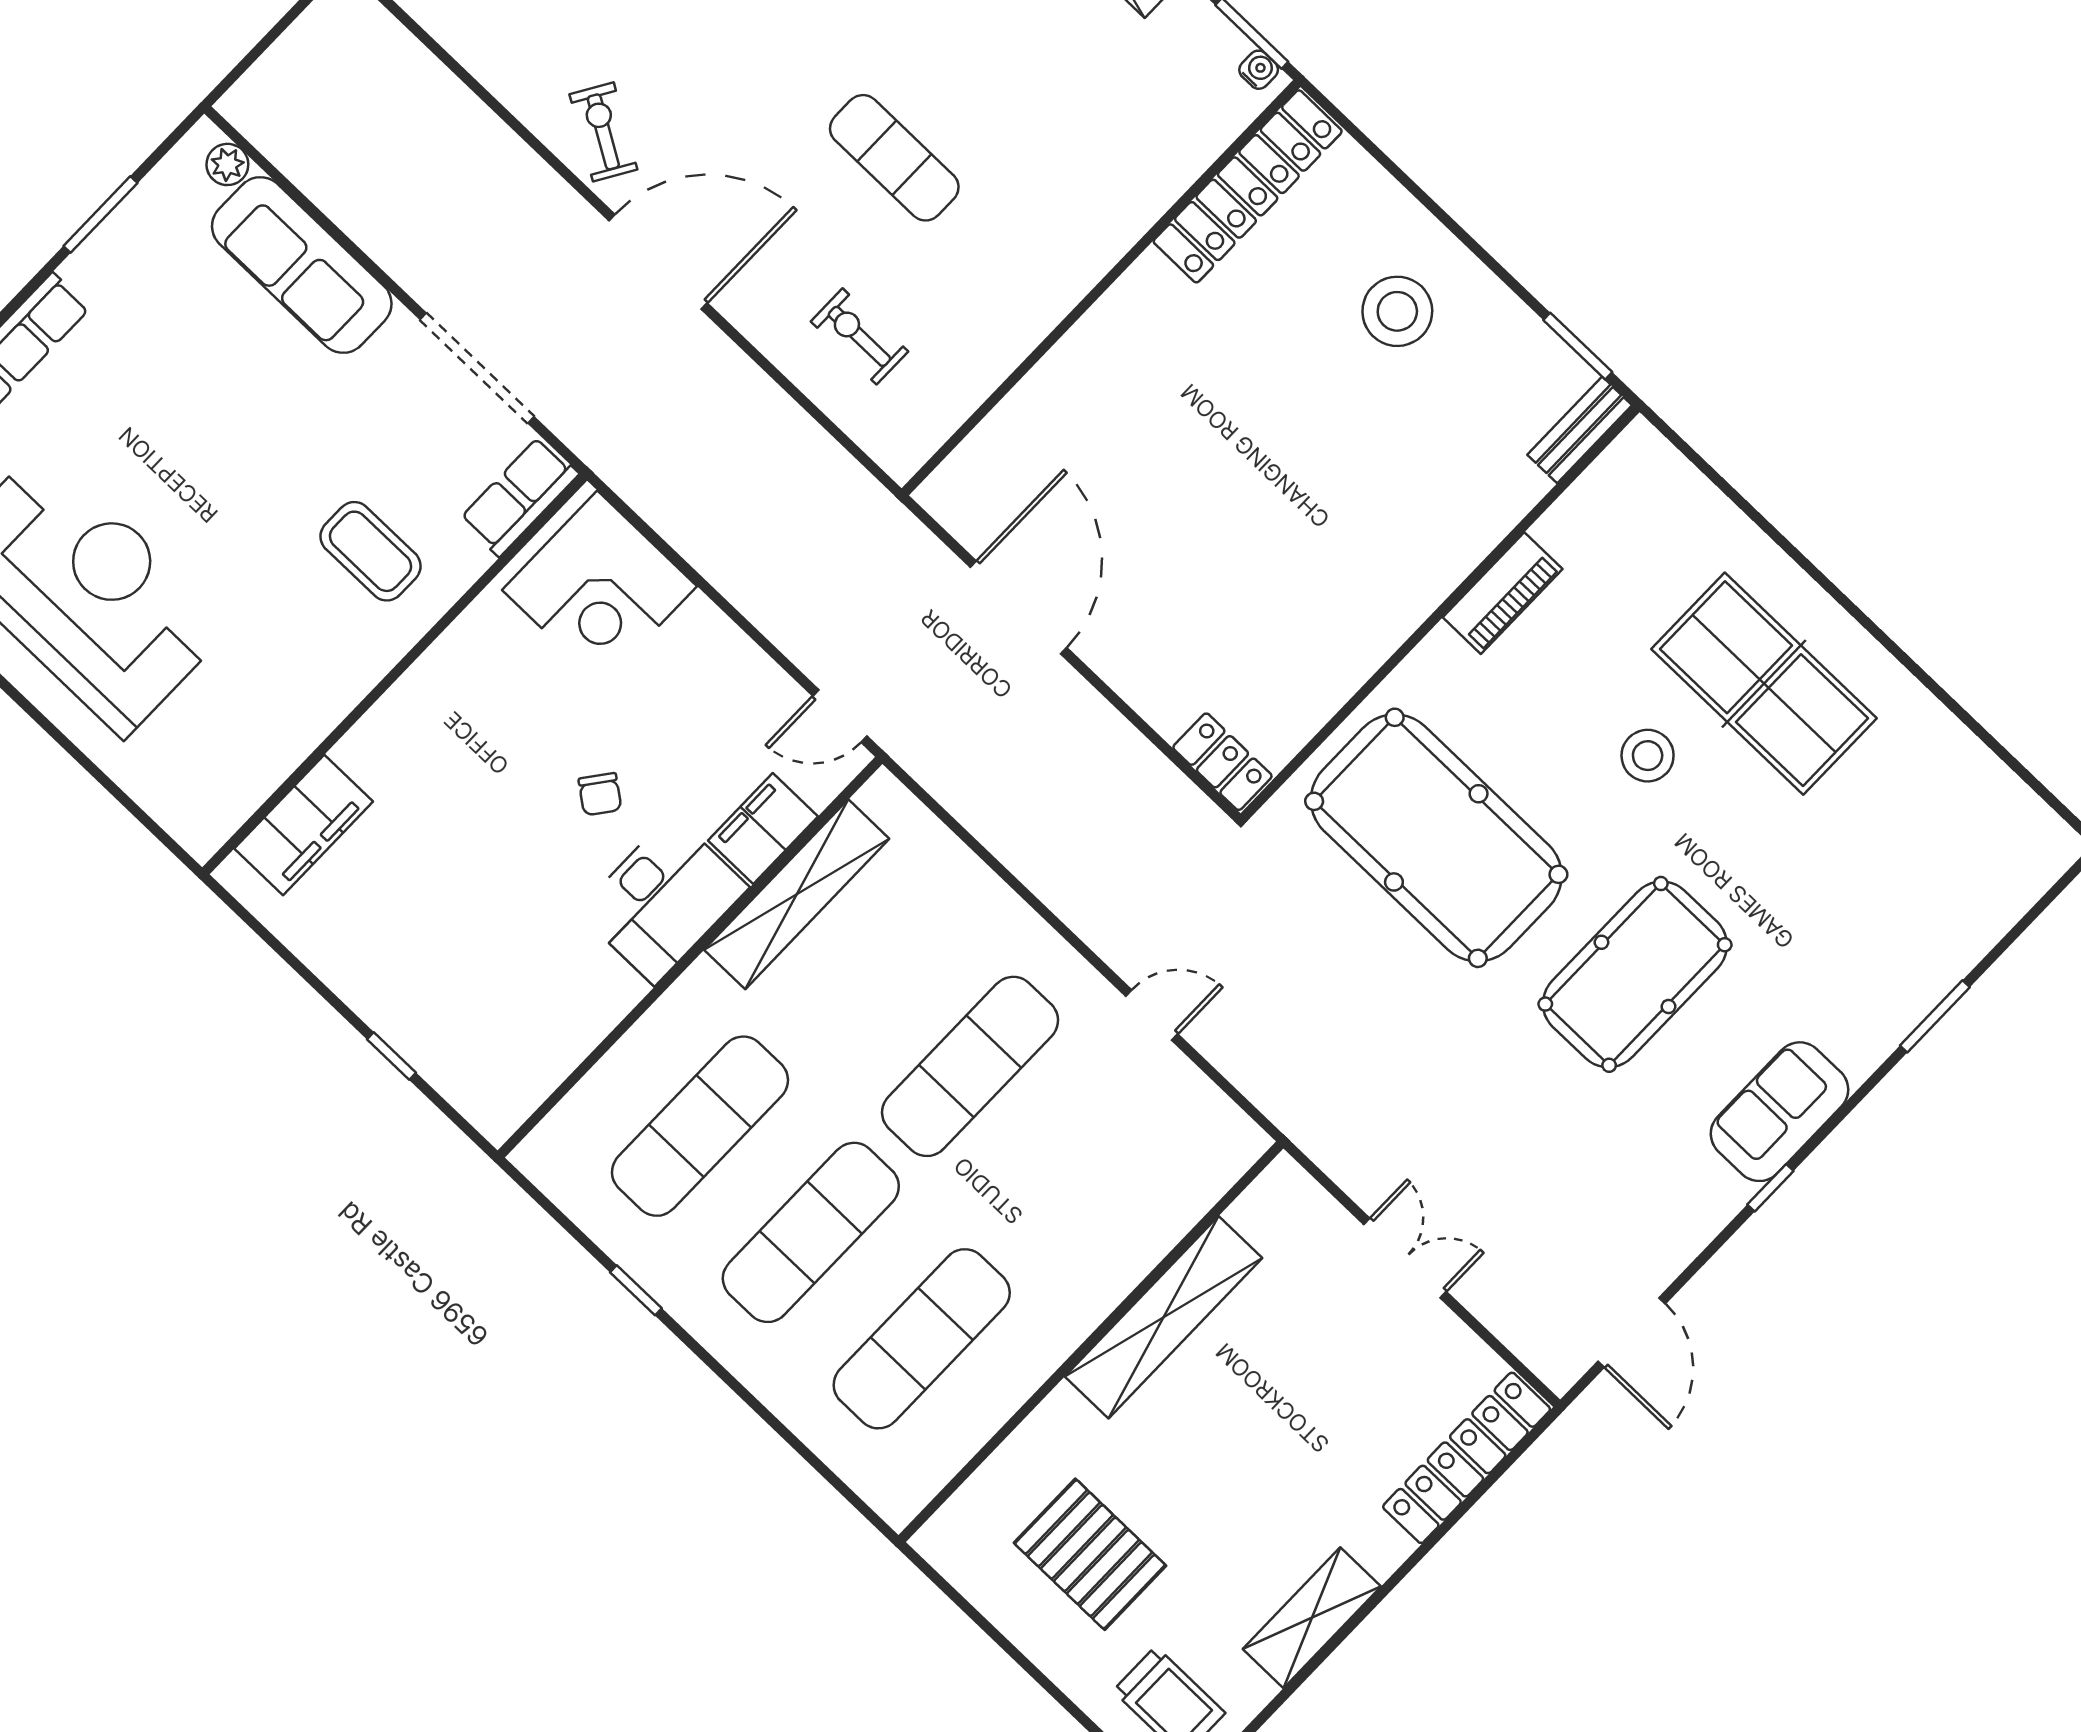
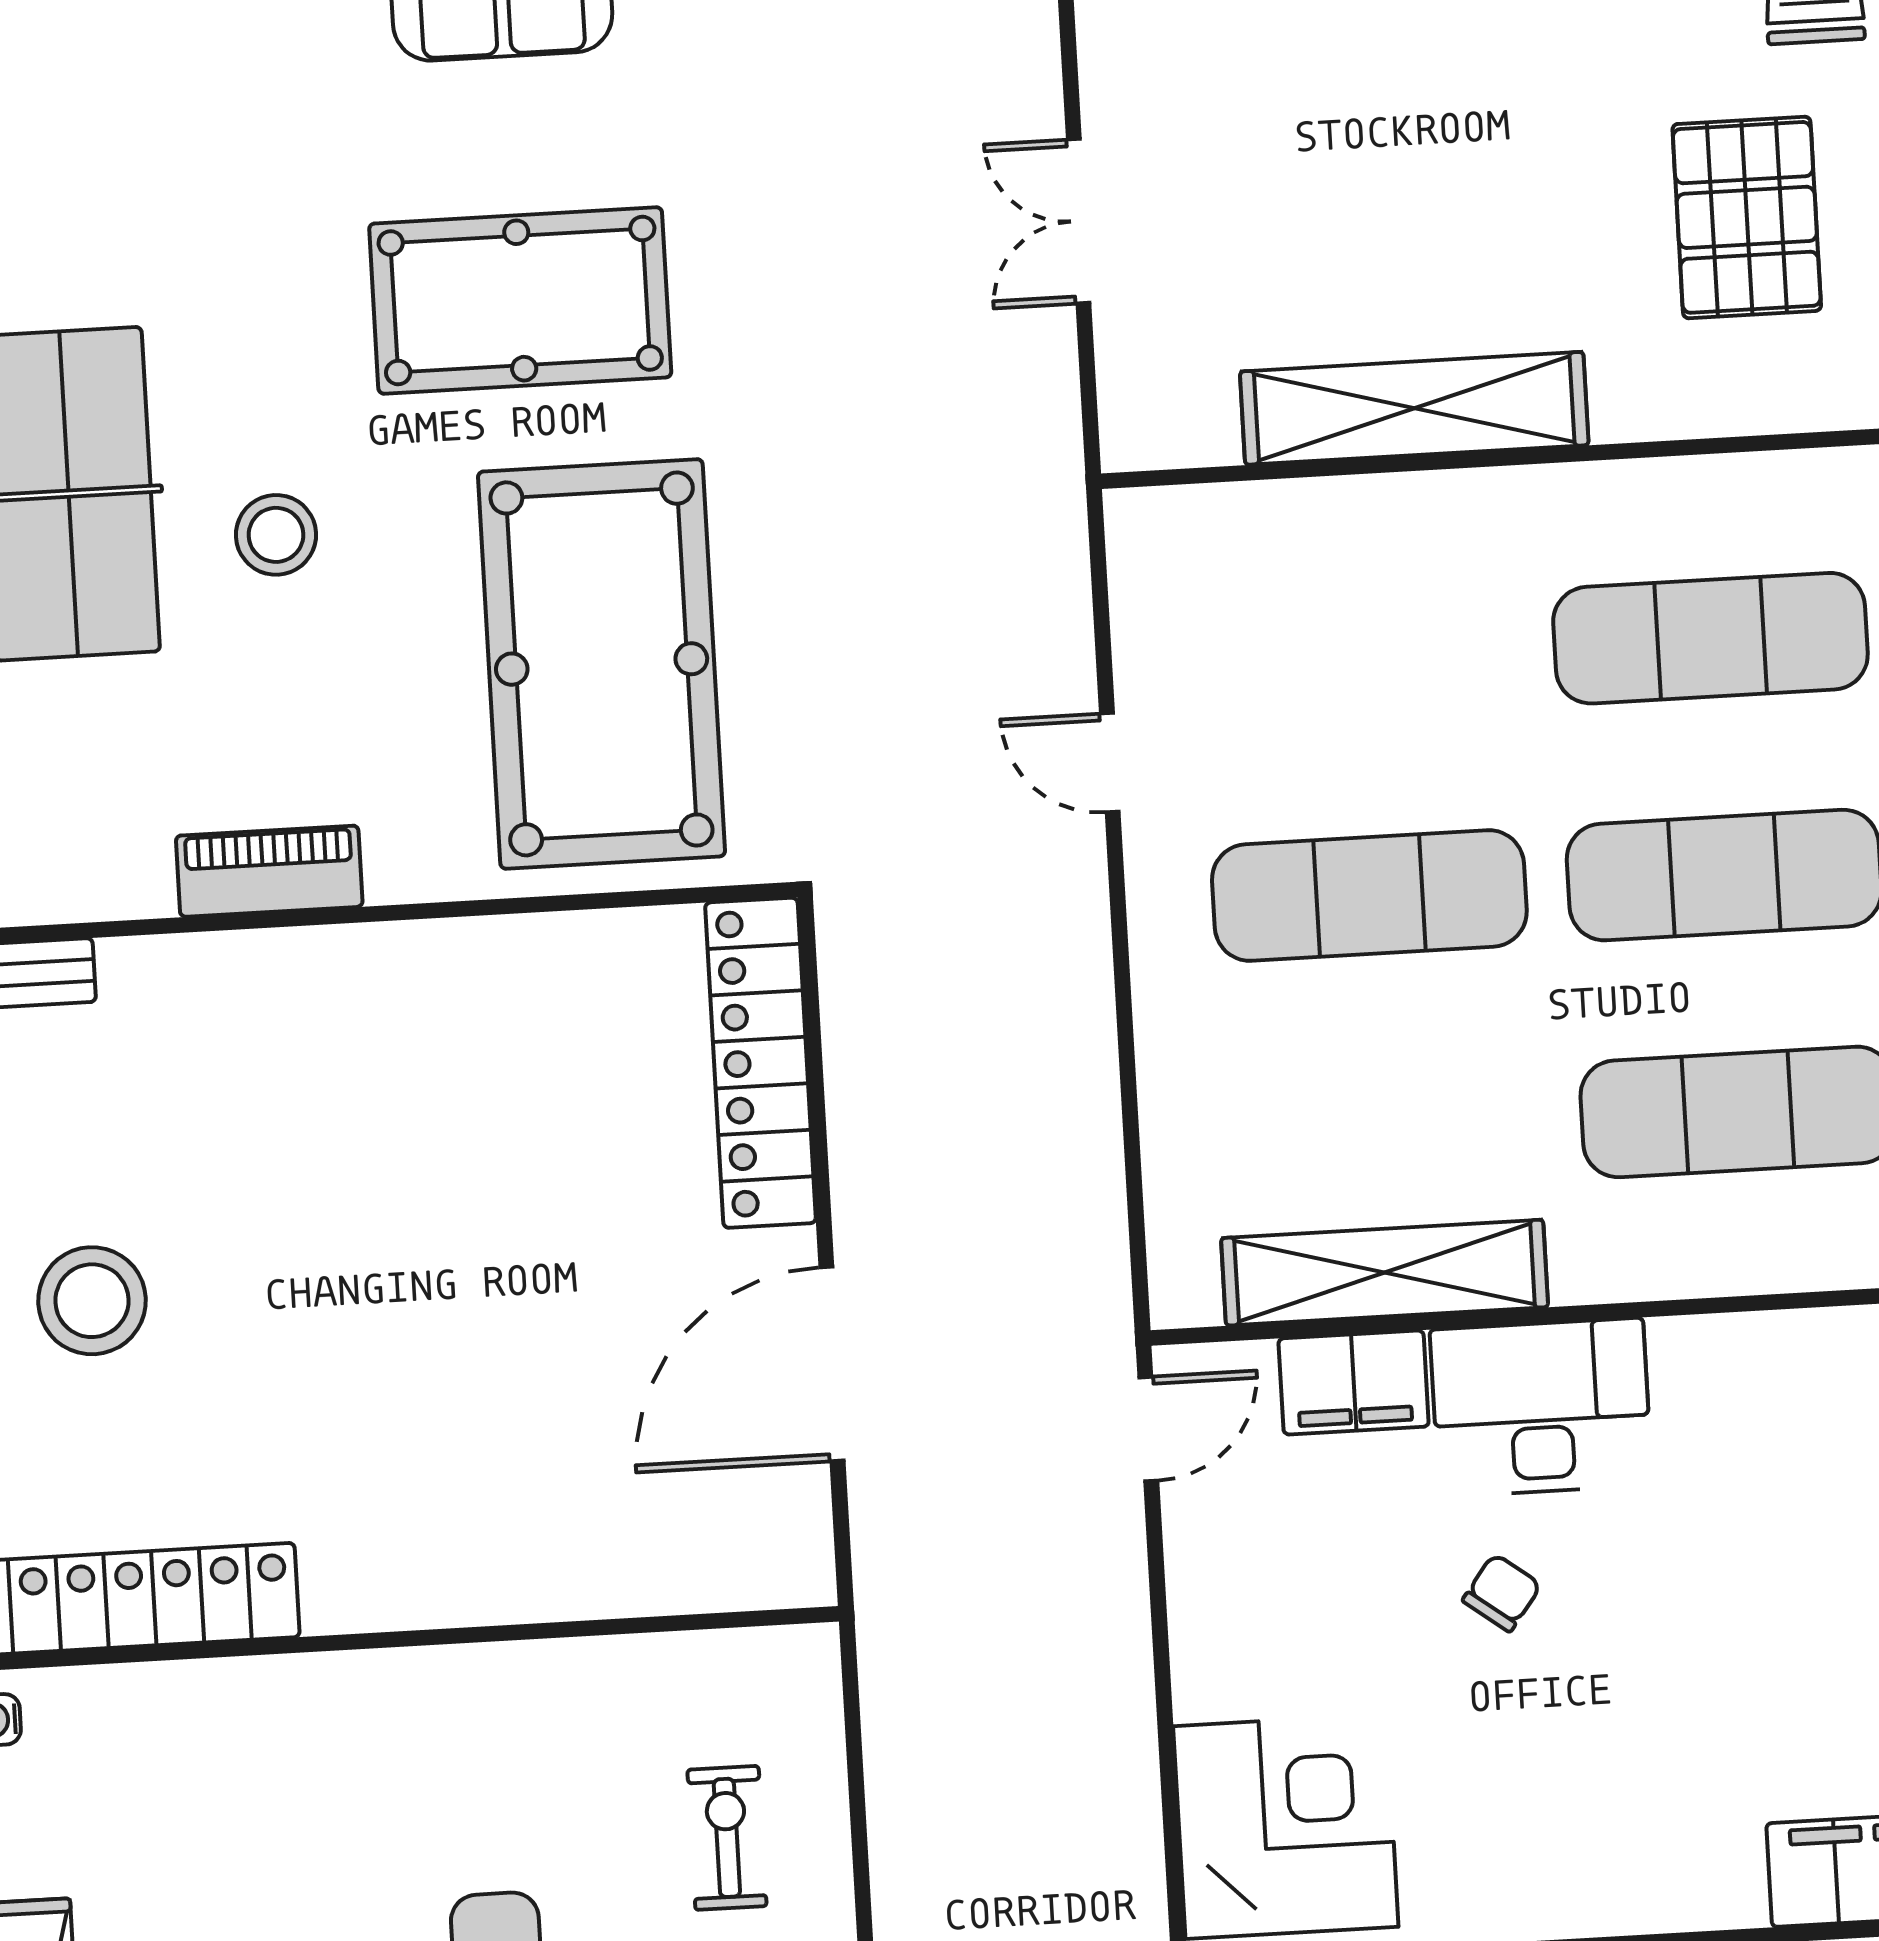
exercise bike: (859, 336) -> (727, 1838), turned 180
door: (840, 716) -> (1148, 1429), hinge flipped
locker: (1222, 762) -> (761, 1063), width x2.16, depth x1.21

